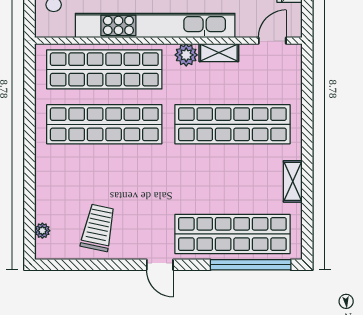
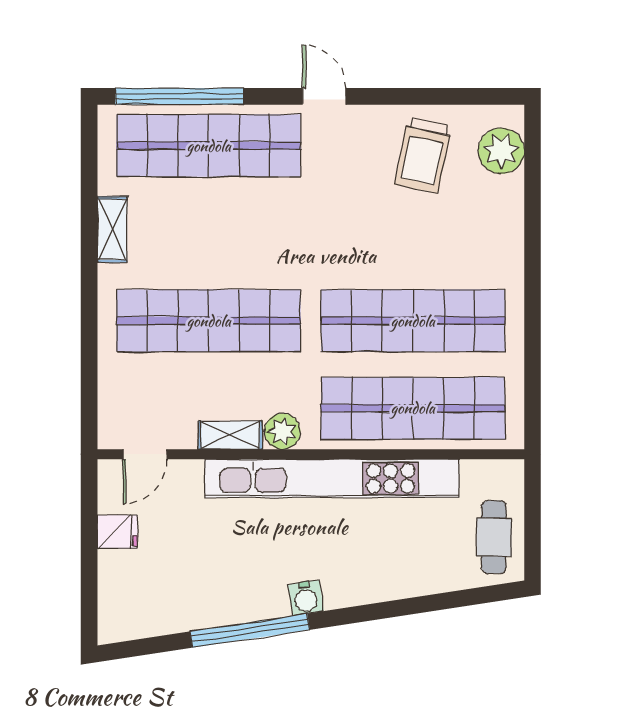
plant: (42, 231) -> (501, 151), width x1.88, depth x1.88

